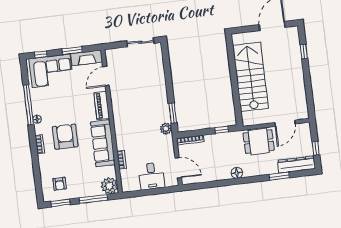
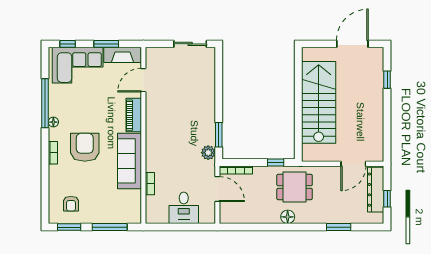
dining table: (259, 142) -> (295, 187), moved
dresser: (296, 165) -> (376, 190), moved, turned -90
door: (178, 168) -> (217, 189), moved
plant: (109, 186) -> (131, 214), removed

